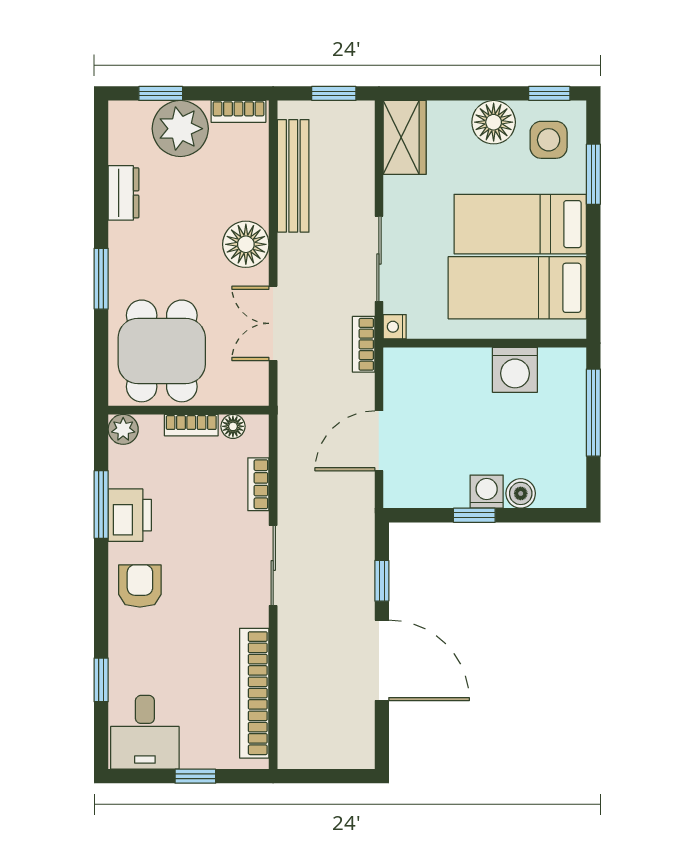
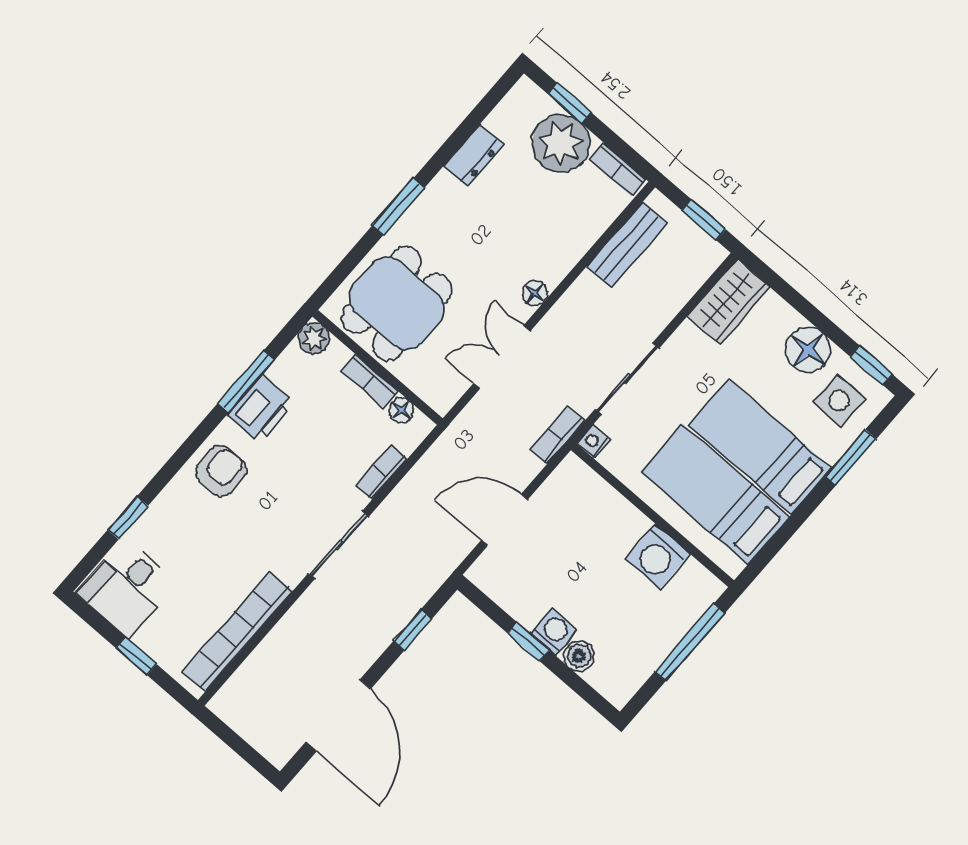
bench: (293, 176) -> (627, 245), width x0.73
floor lamp: (246, 244) -> (535, 293), width x0.53, depth x0.53
door: (382, 660) -> (338, 715), moved

